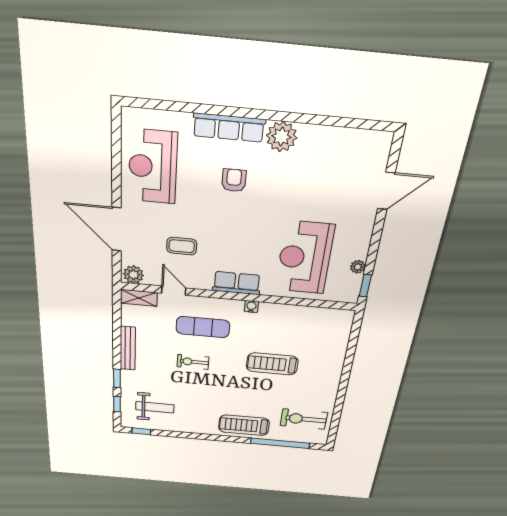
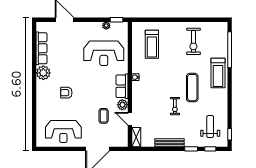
row of seats: (229, 128) -> (41, 48), moved
plant: (133, 275) -> (122, 105), moved
door: (174, 291) -> (130, 119), hinge flipped
exercise mat: (203, 327) -> (192, 88), moved
treadmill: (272, 364) -> (152, 44), moved
exercise bike: (304, 419) -> (193, 41), moved

